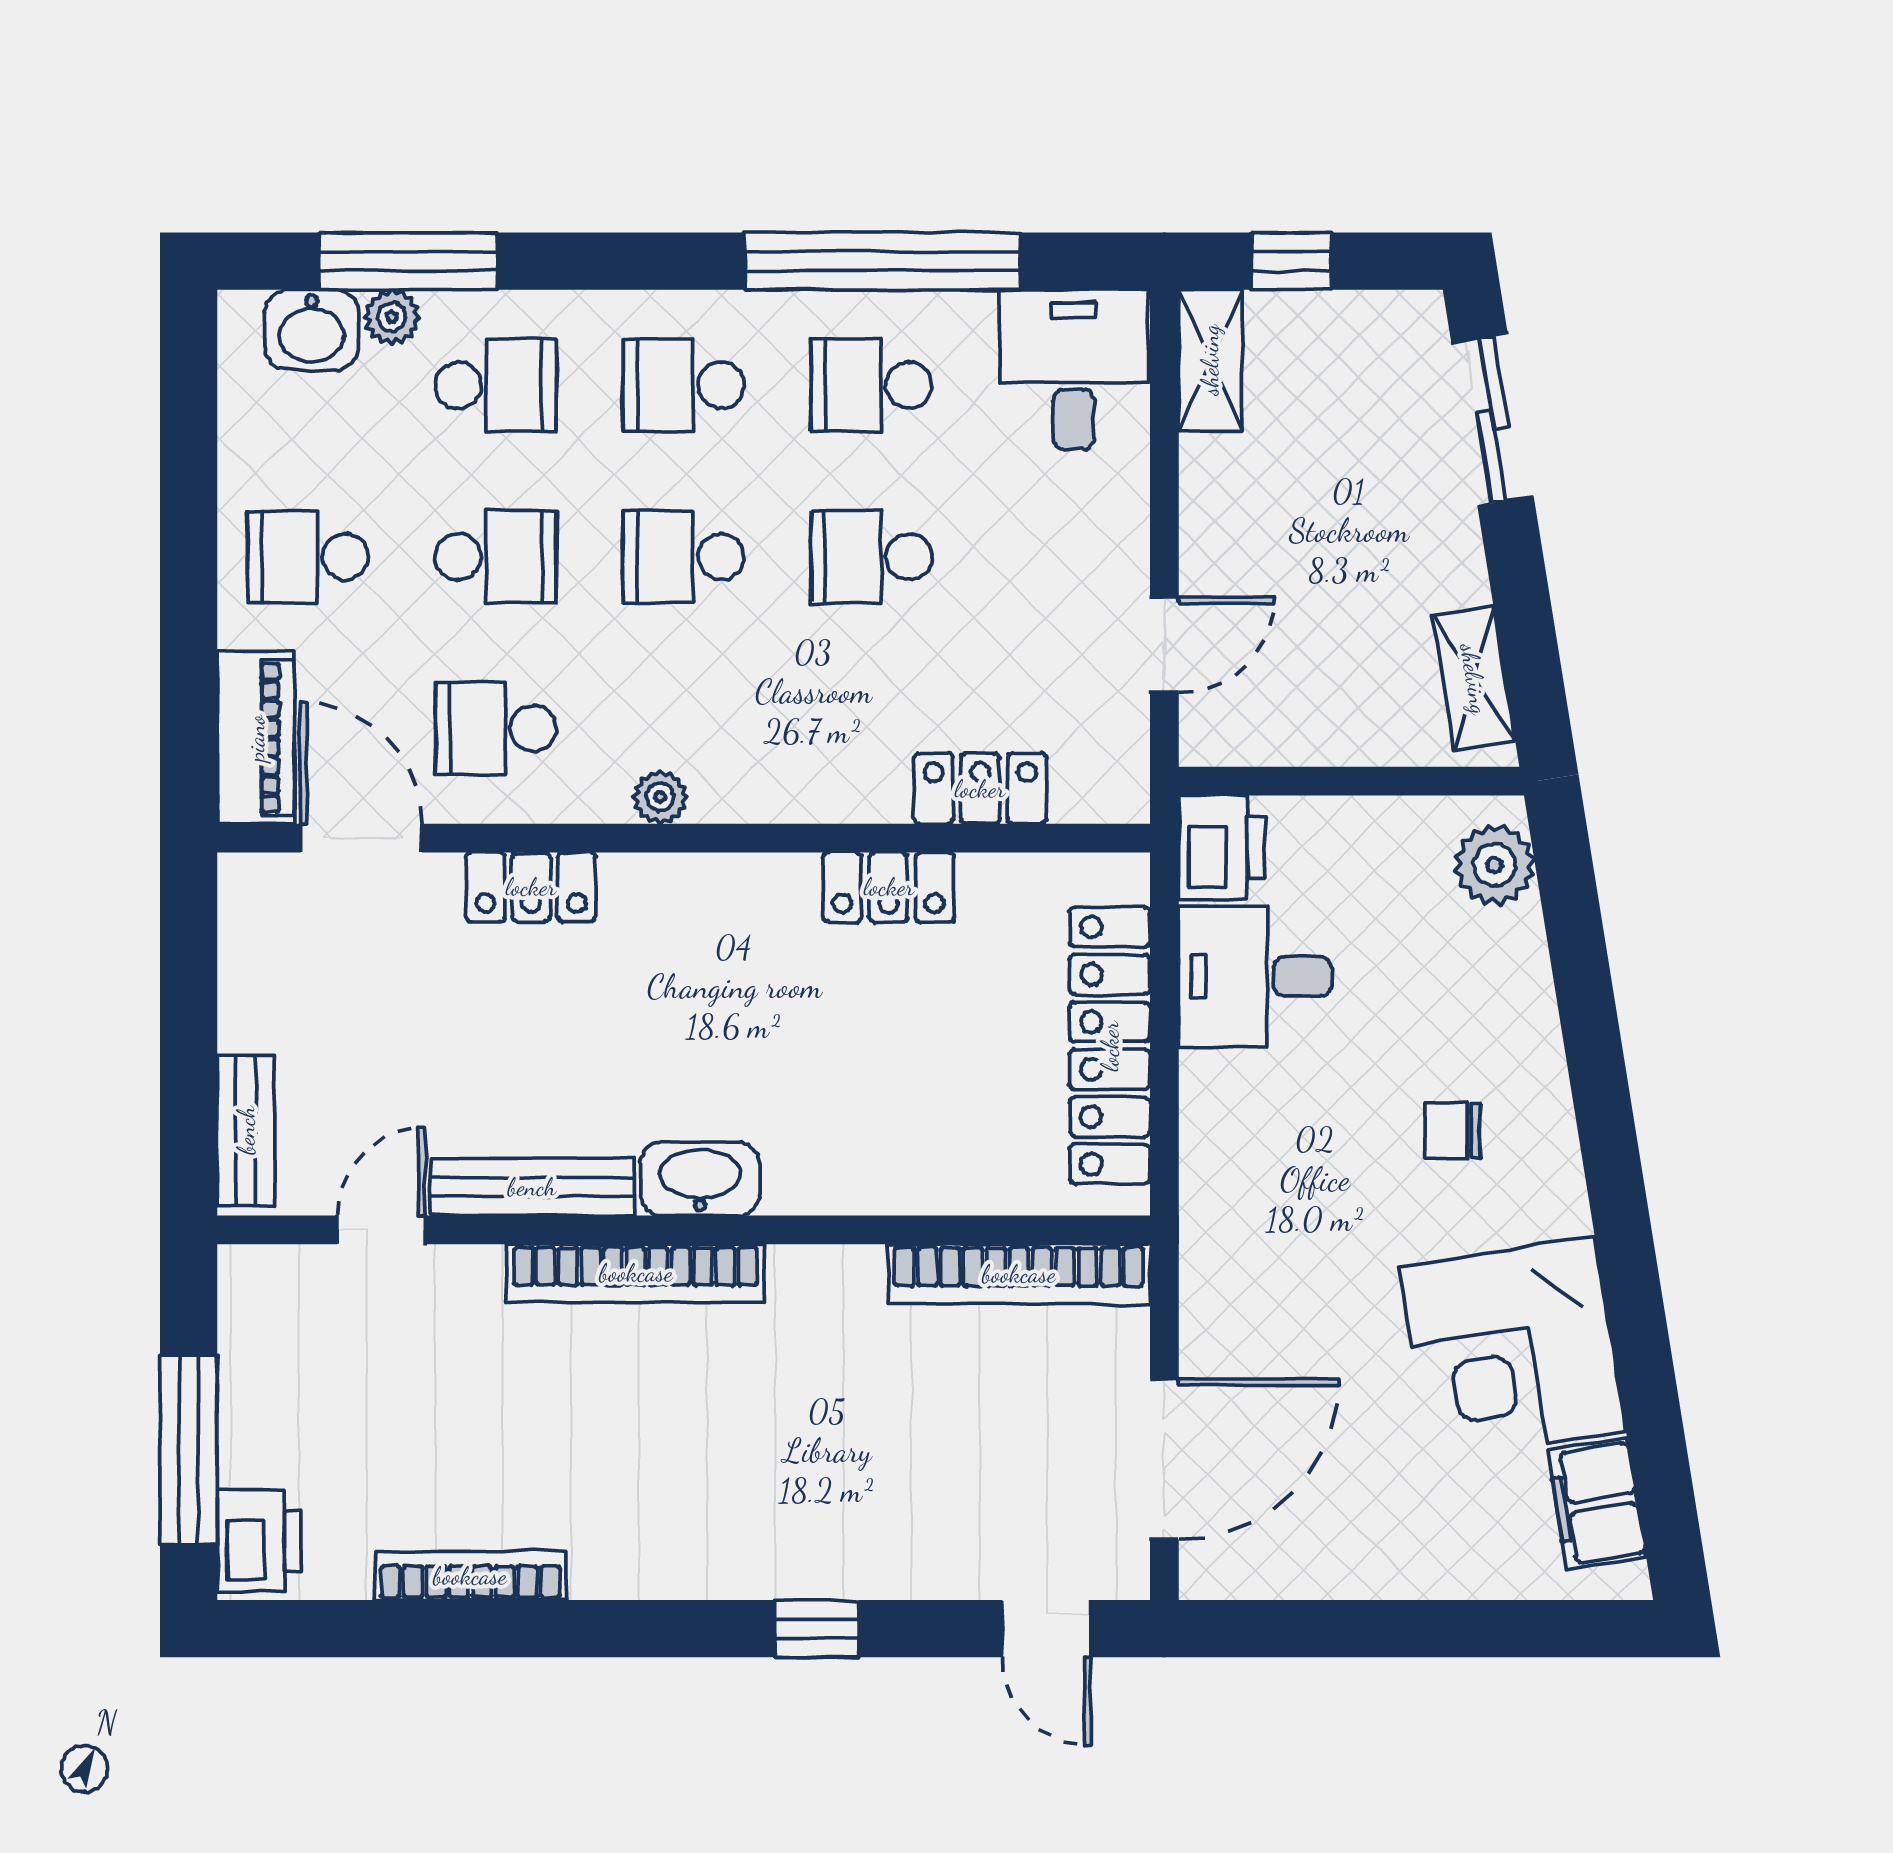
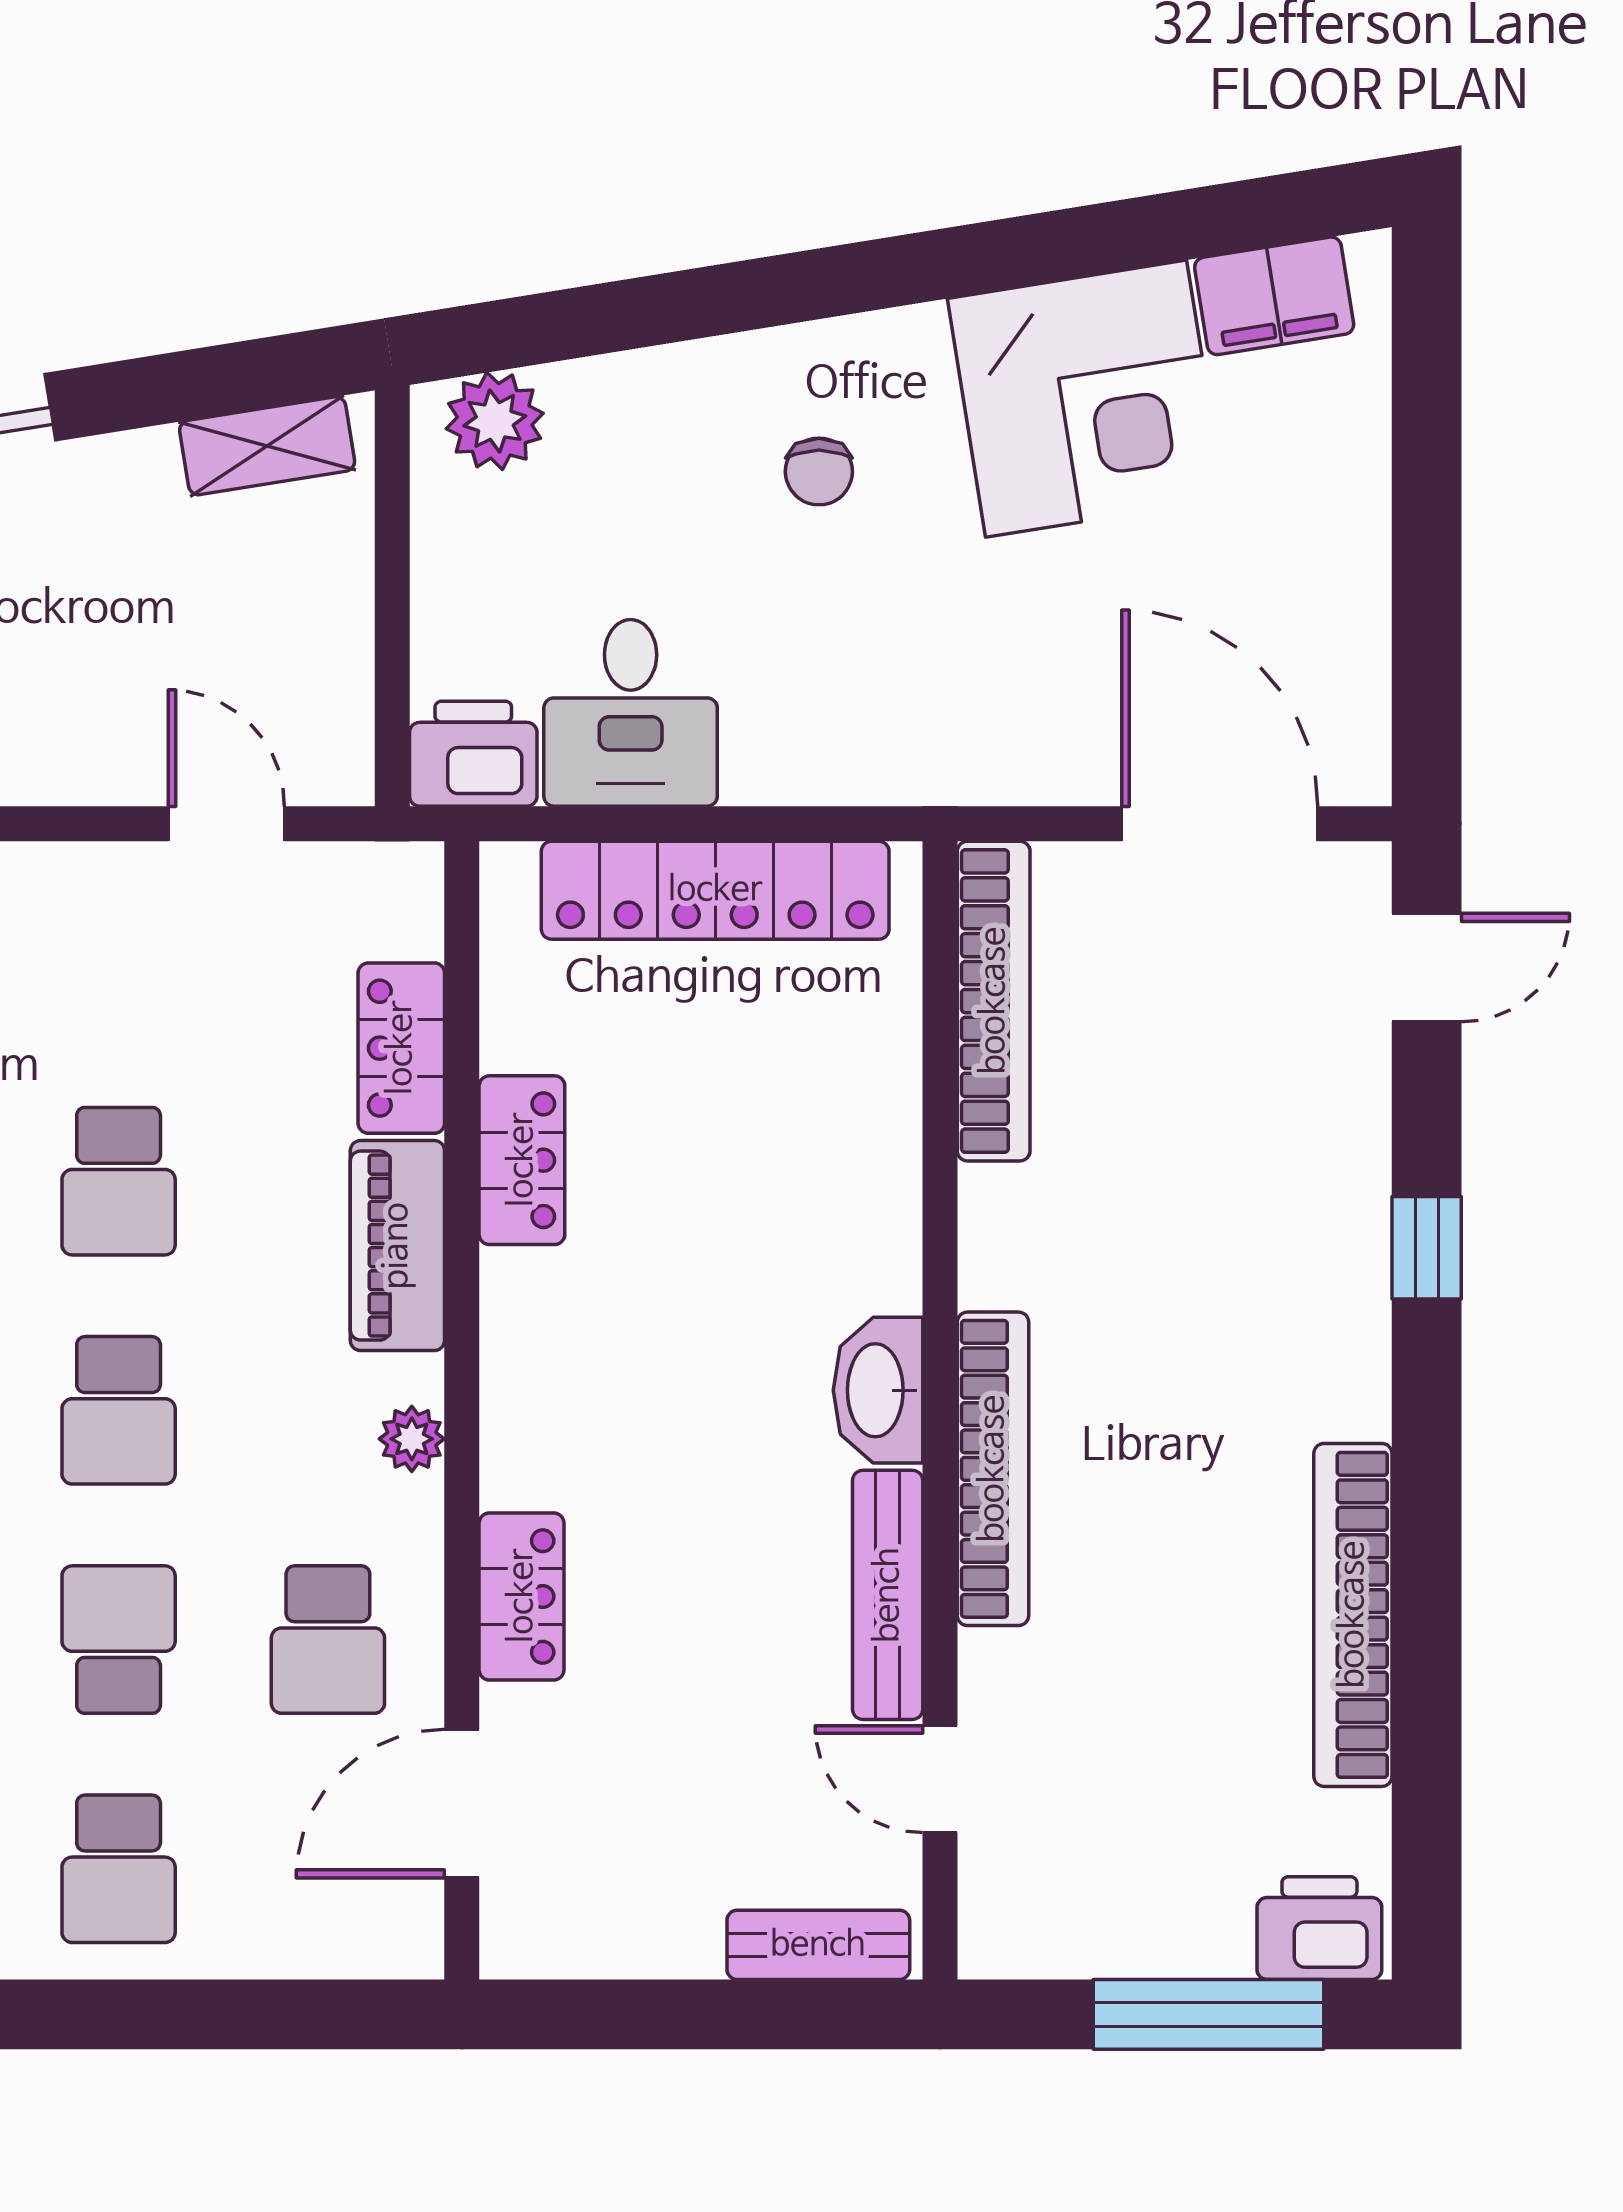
piano: (256, 738) -> (397, 1246), moved, turned -90
bookcase: (470, 1576) -> (1353, 1615), width x1.48, depth x1.31

